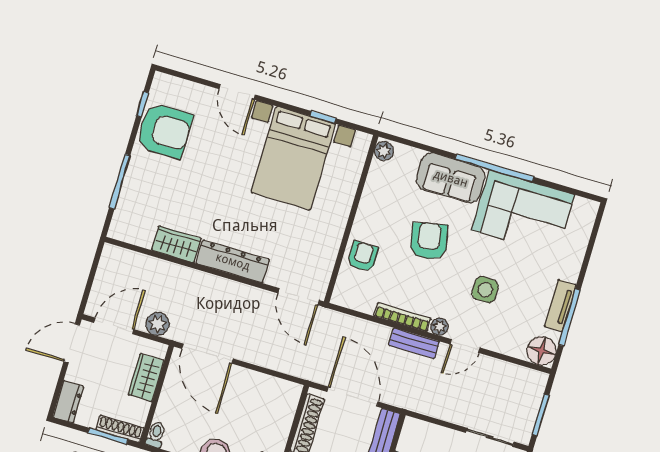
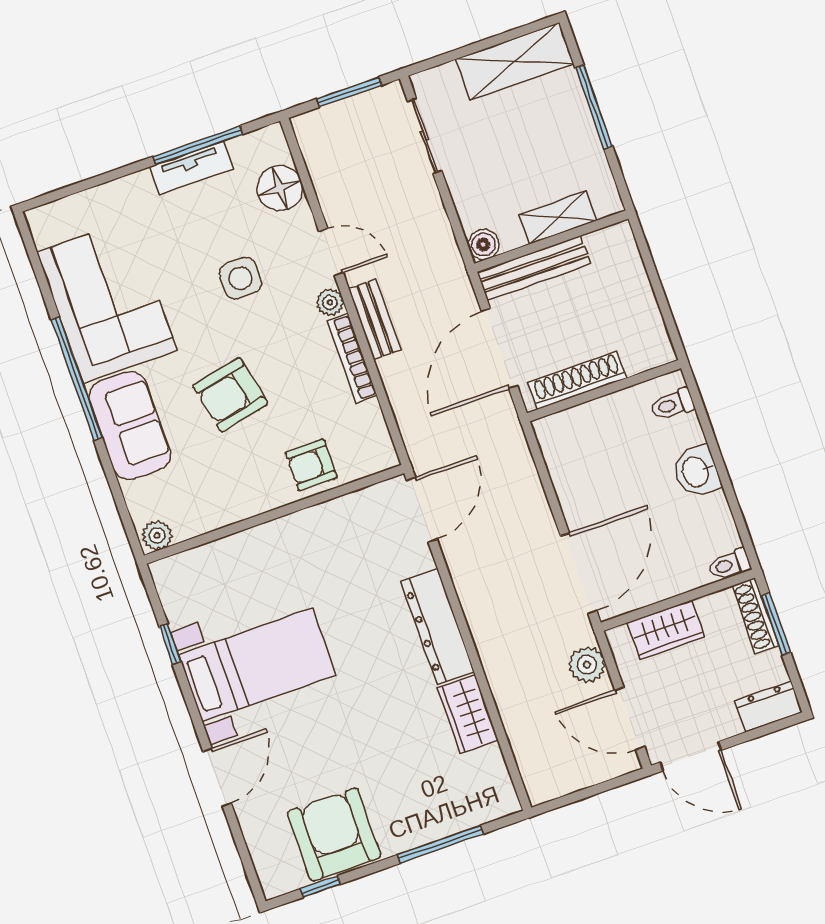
bed with nightstands: (293, 158) -> (257, 665), width x0.73
floor lamp: (542, 351) -> (280, 188), moved
boiler: (412, 427) -> (483, 244), added

